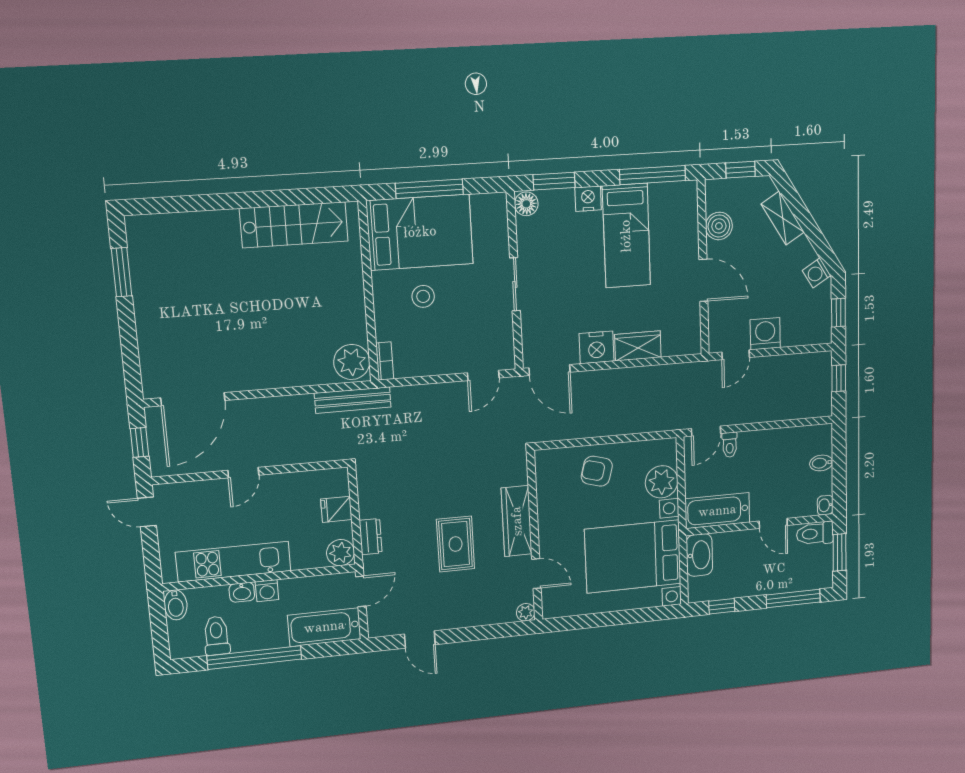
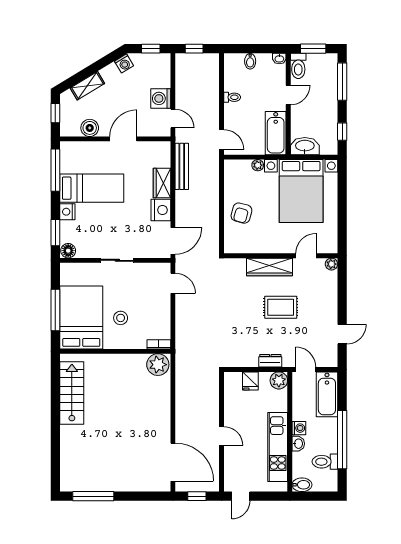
window: (122, 272) -> (93, 496), width x1.44
bench: (353, 400) -> (182, 166), moved
toilet: (730, 445) -> (232, 97), moved
plant: (662, 482) -> (258, 165), width x0.53, depth x0.53

